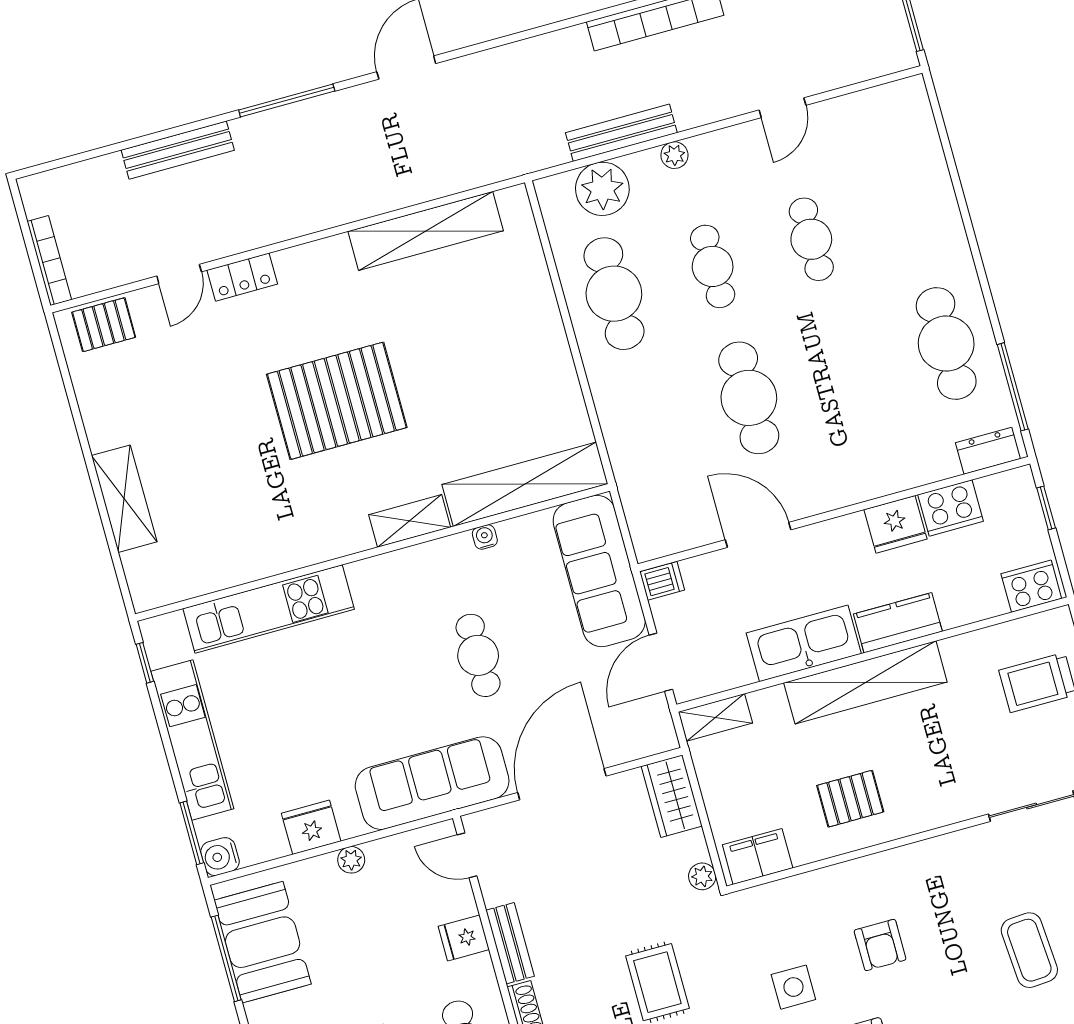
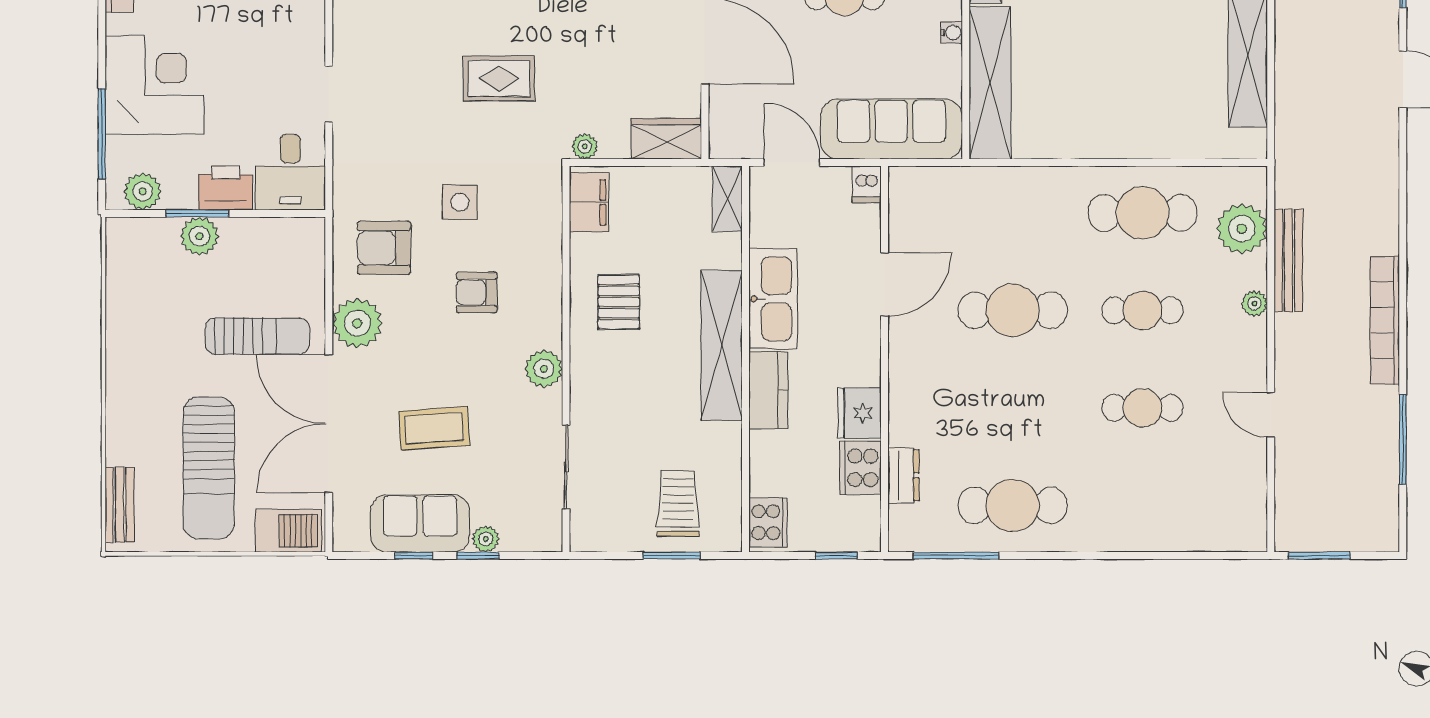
dresser: (988, 451) -> (903, 475), moved
plant: (939, 856) -> (544, 369), added

